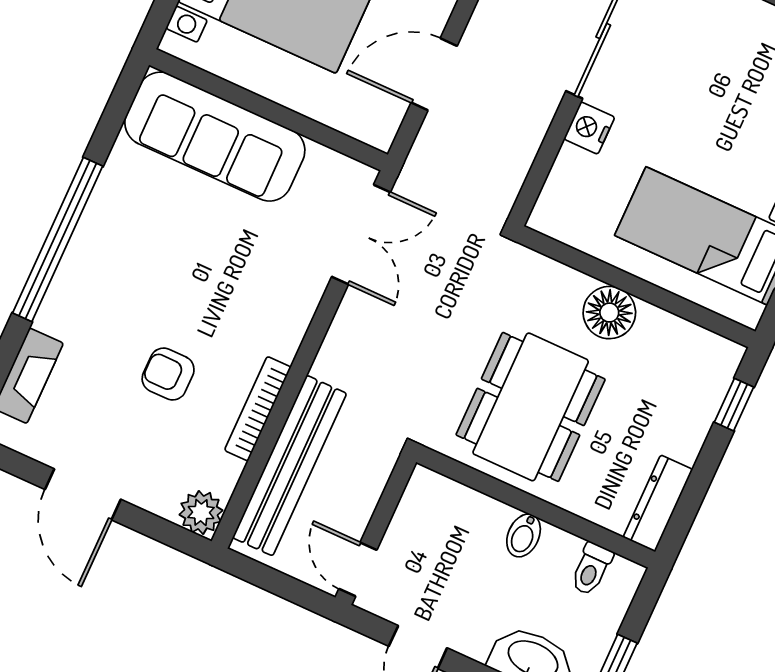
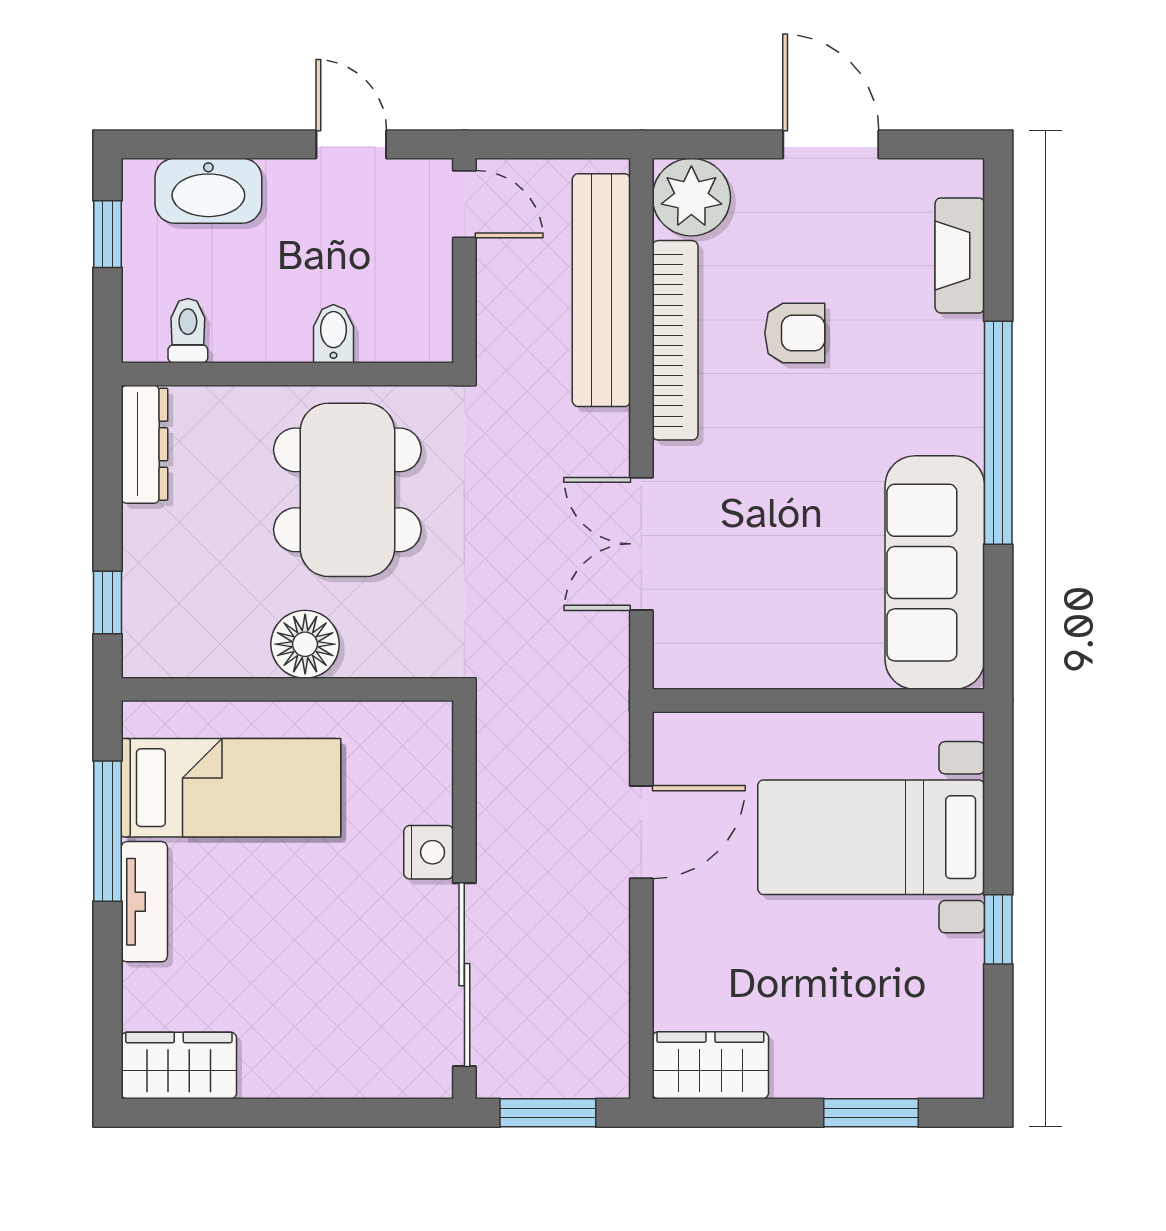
sofa: (215, 137) -> (935, 573), moved, turned -90
double door: (361, 235) -> (641, 544), moved
bookcase: (258, 409) -> (675, 340), width x1.48, depth x1.31
plant: (201, 512) -> (691, 197), width x1.36, depth x1.36
bidet: (524, 535) -> (333, 334), moved

